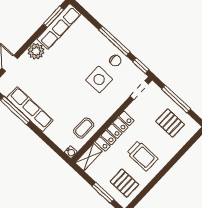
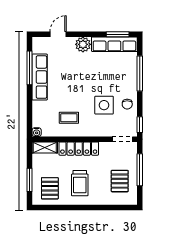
window: (114, 41) -> (140, 73), moved
coffee table: (84, 128) -> (69, 118), moved

